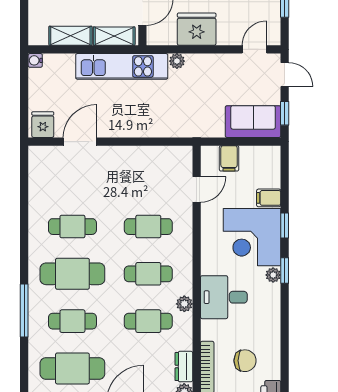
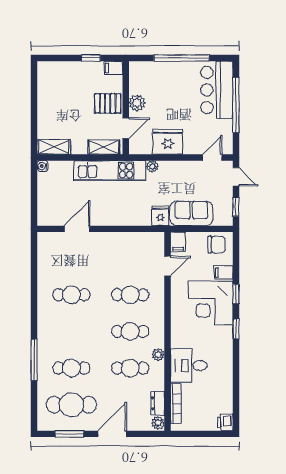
shelving: (70, 36) -> (54, 147), moved
sofa: (253, 122) -> (191, 213), moved
fridge: (43, 125) -> (160, 216), moved
filing cabinet: (229, 158) -> (178, 242), moved
cafe table: (72, 274) -> (71, 331), removed
plant: (273, 275) -> (227, 332), removed
desk: (224, 297) -> (189, 366), moved
chair: (245, 361) -> (217, 245), moved

